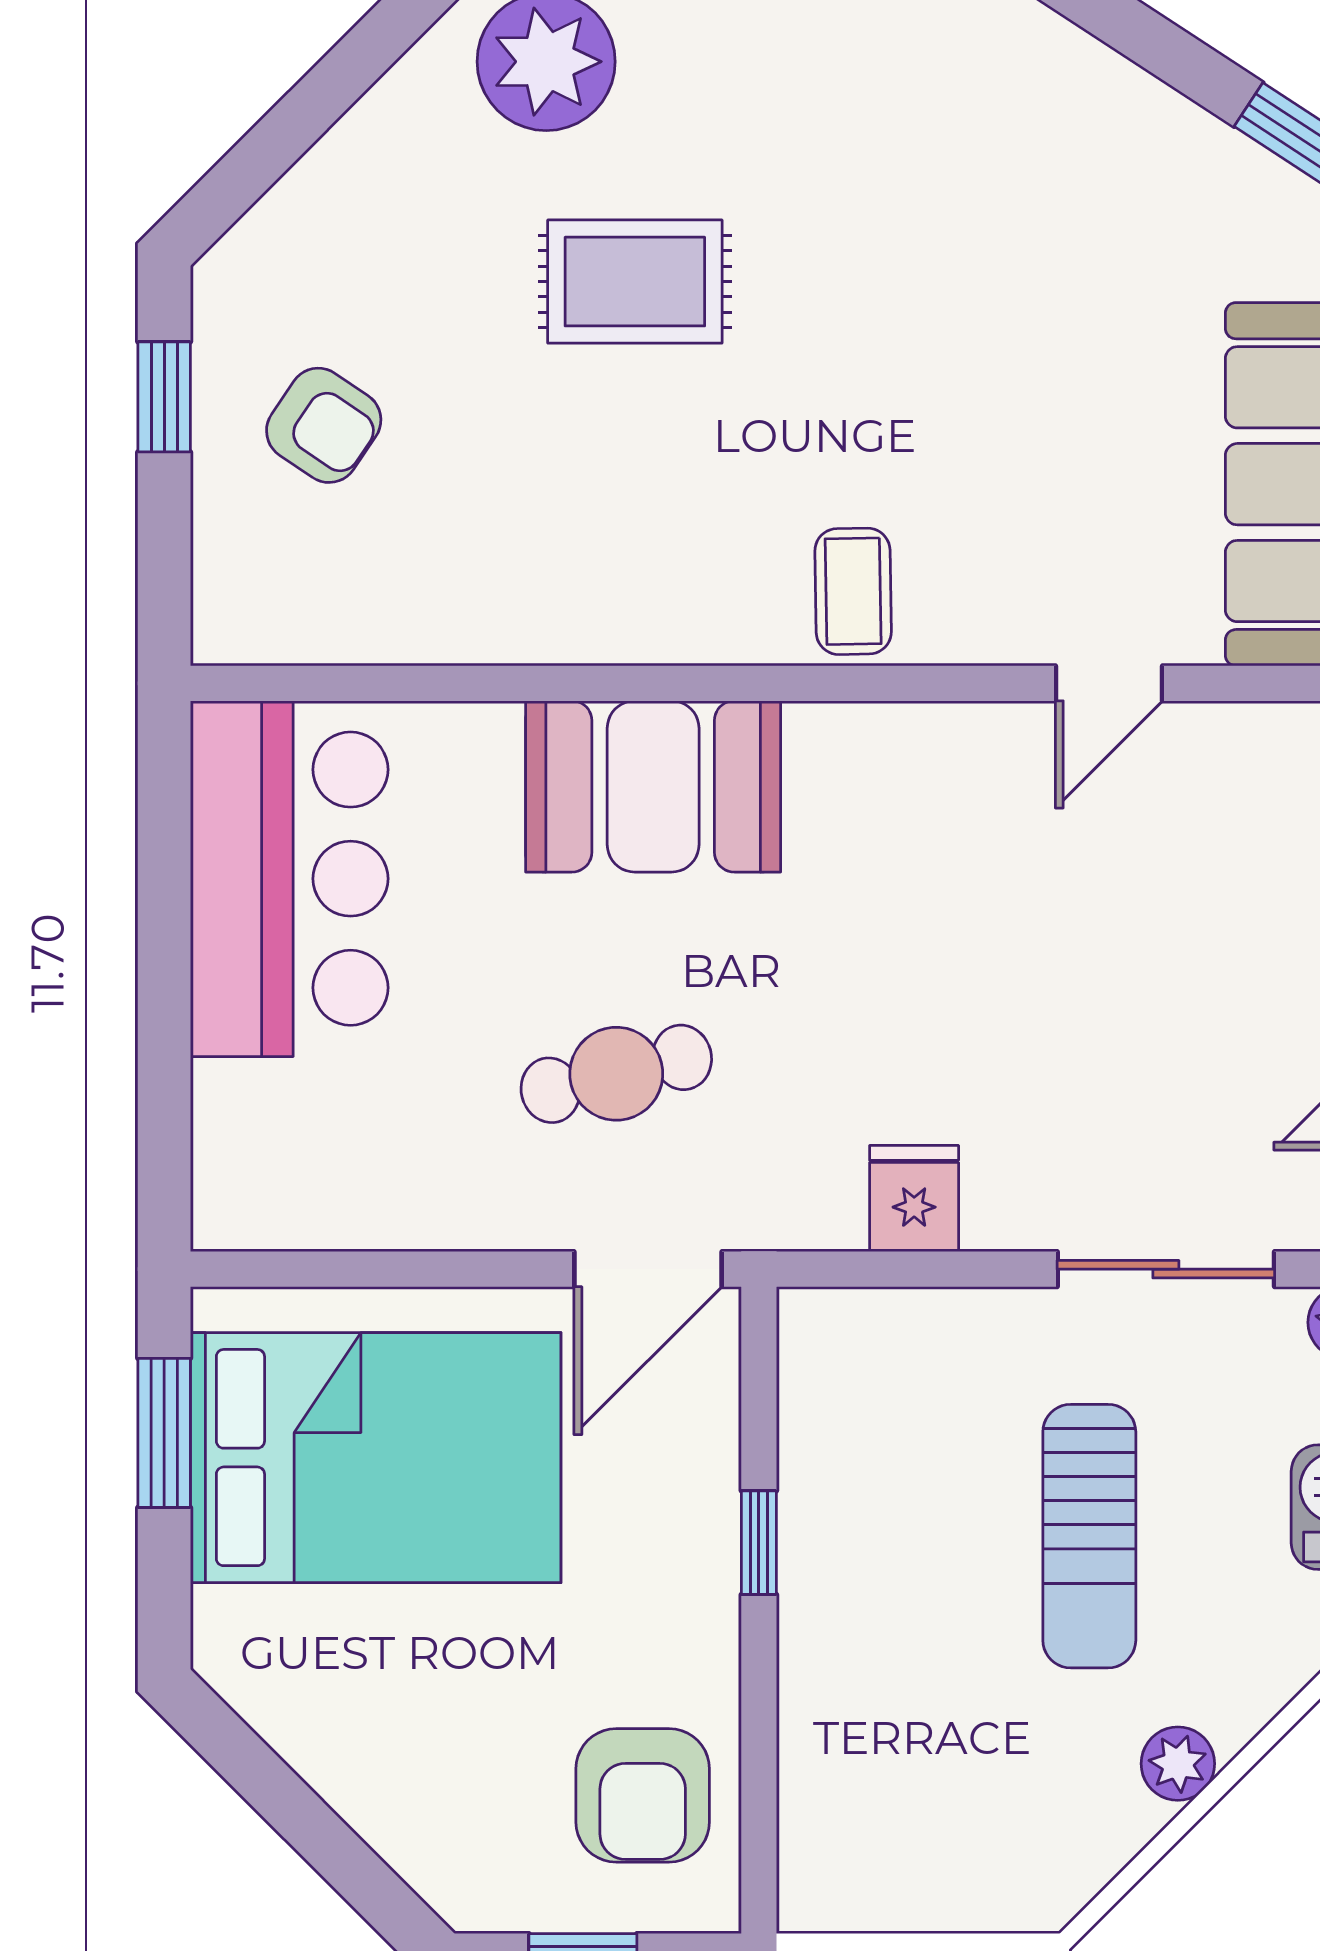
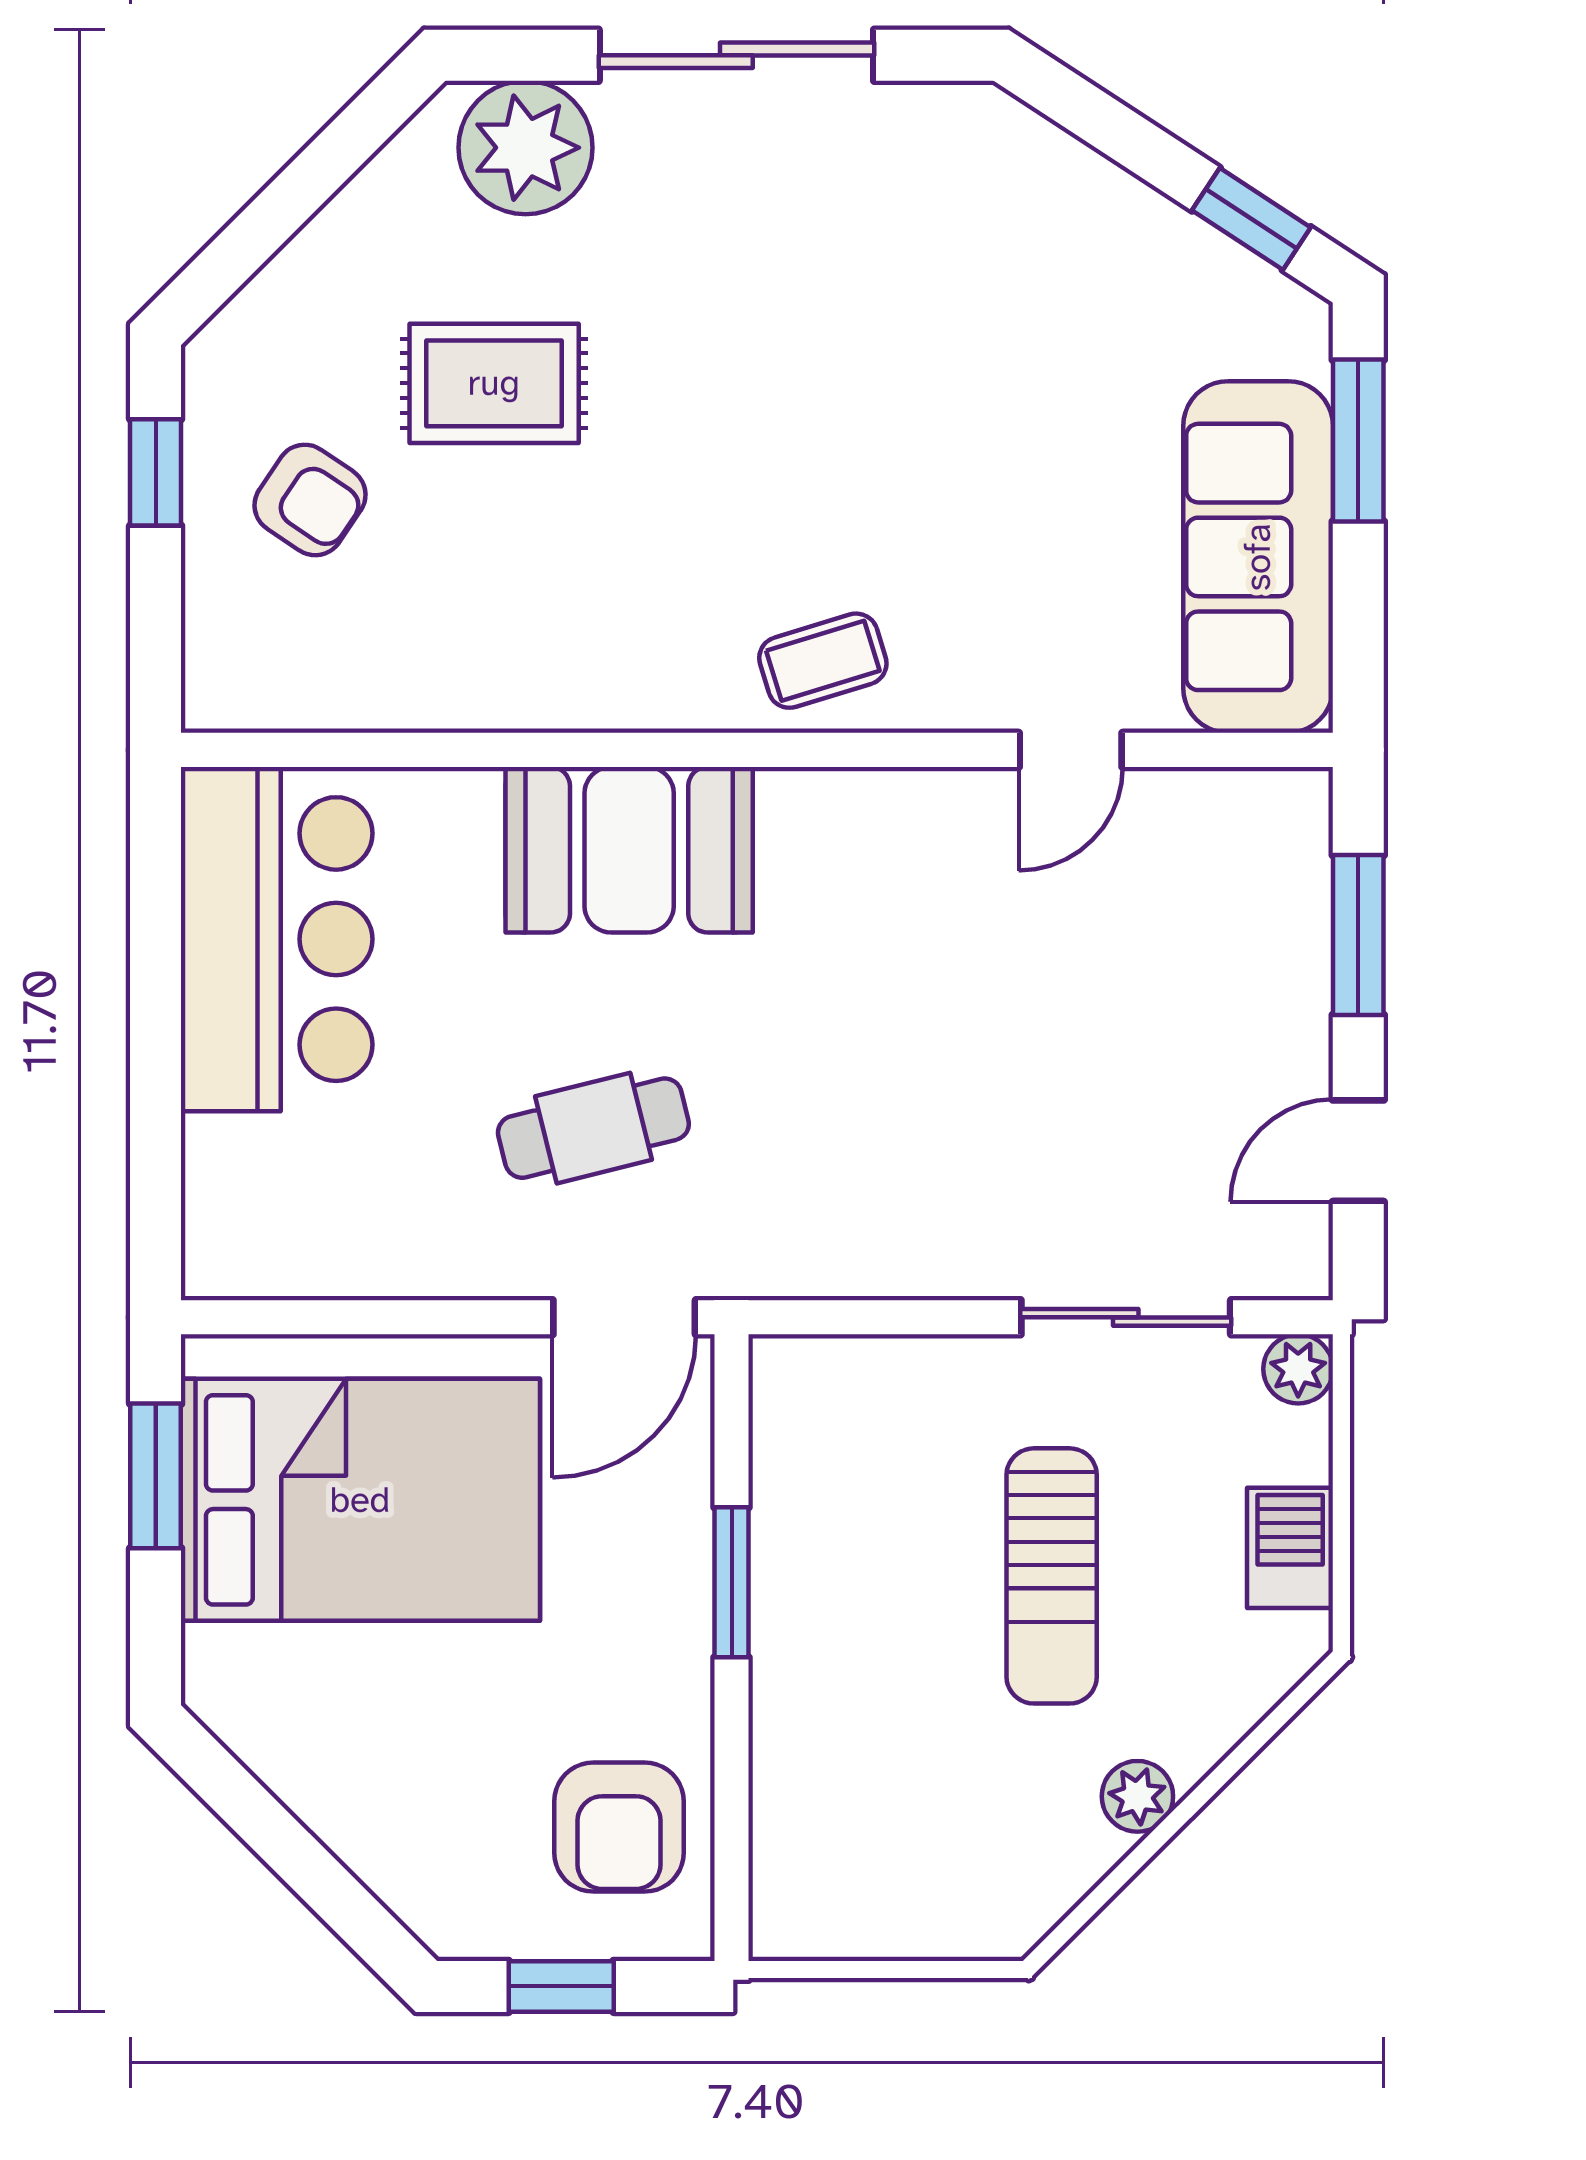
rug: (635, 282) -> (494, 383), moved
coffee table: (853, 591) -> (823, 661), turned 74
fridge: (914, 1199) -> (882, 1249), removed
window: (759, 1543) -> (732, 1582), width x1.50

